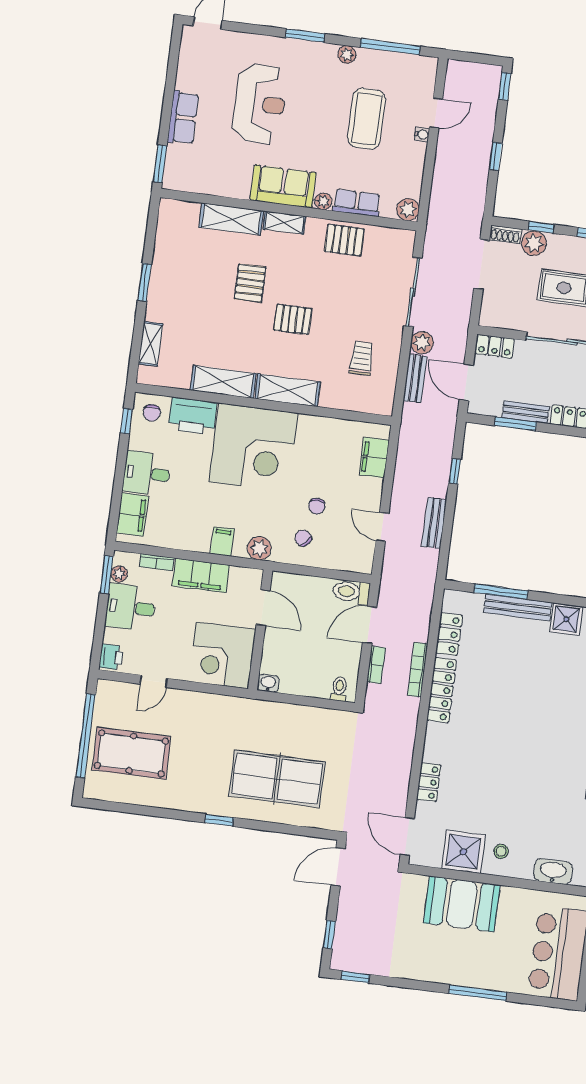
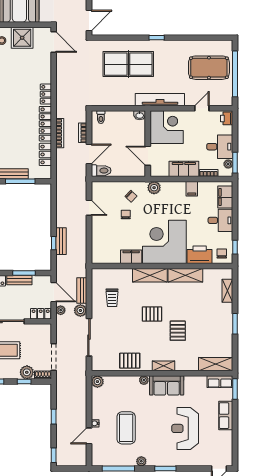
row of seats: (357, 203) -> (220, 382), moved
shelving: (231, 219) -> (216, 364), moved
plant: (458, 348) -> (61, 310), added
filing cabinet: (374, 457) -> (131, 257), moved, turned -90
bench: (434, 523) -> (61, 241), moved
filing cabinet: (222, 542) -> (192, 189), moved
tv unit: (228, 707) -> (160, 100), added
locker: (429, 782) -> (46, 94), moved

